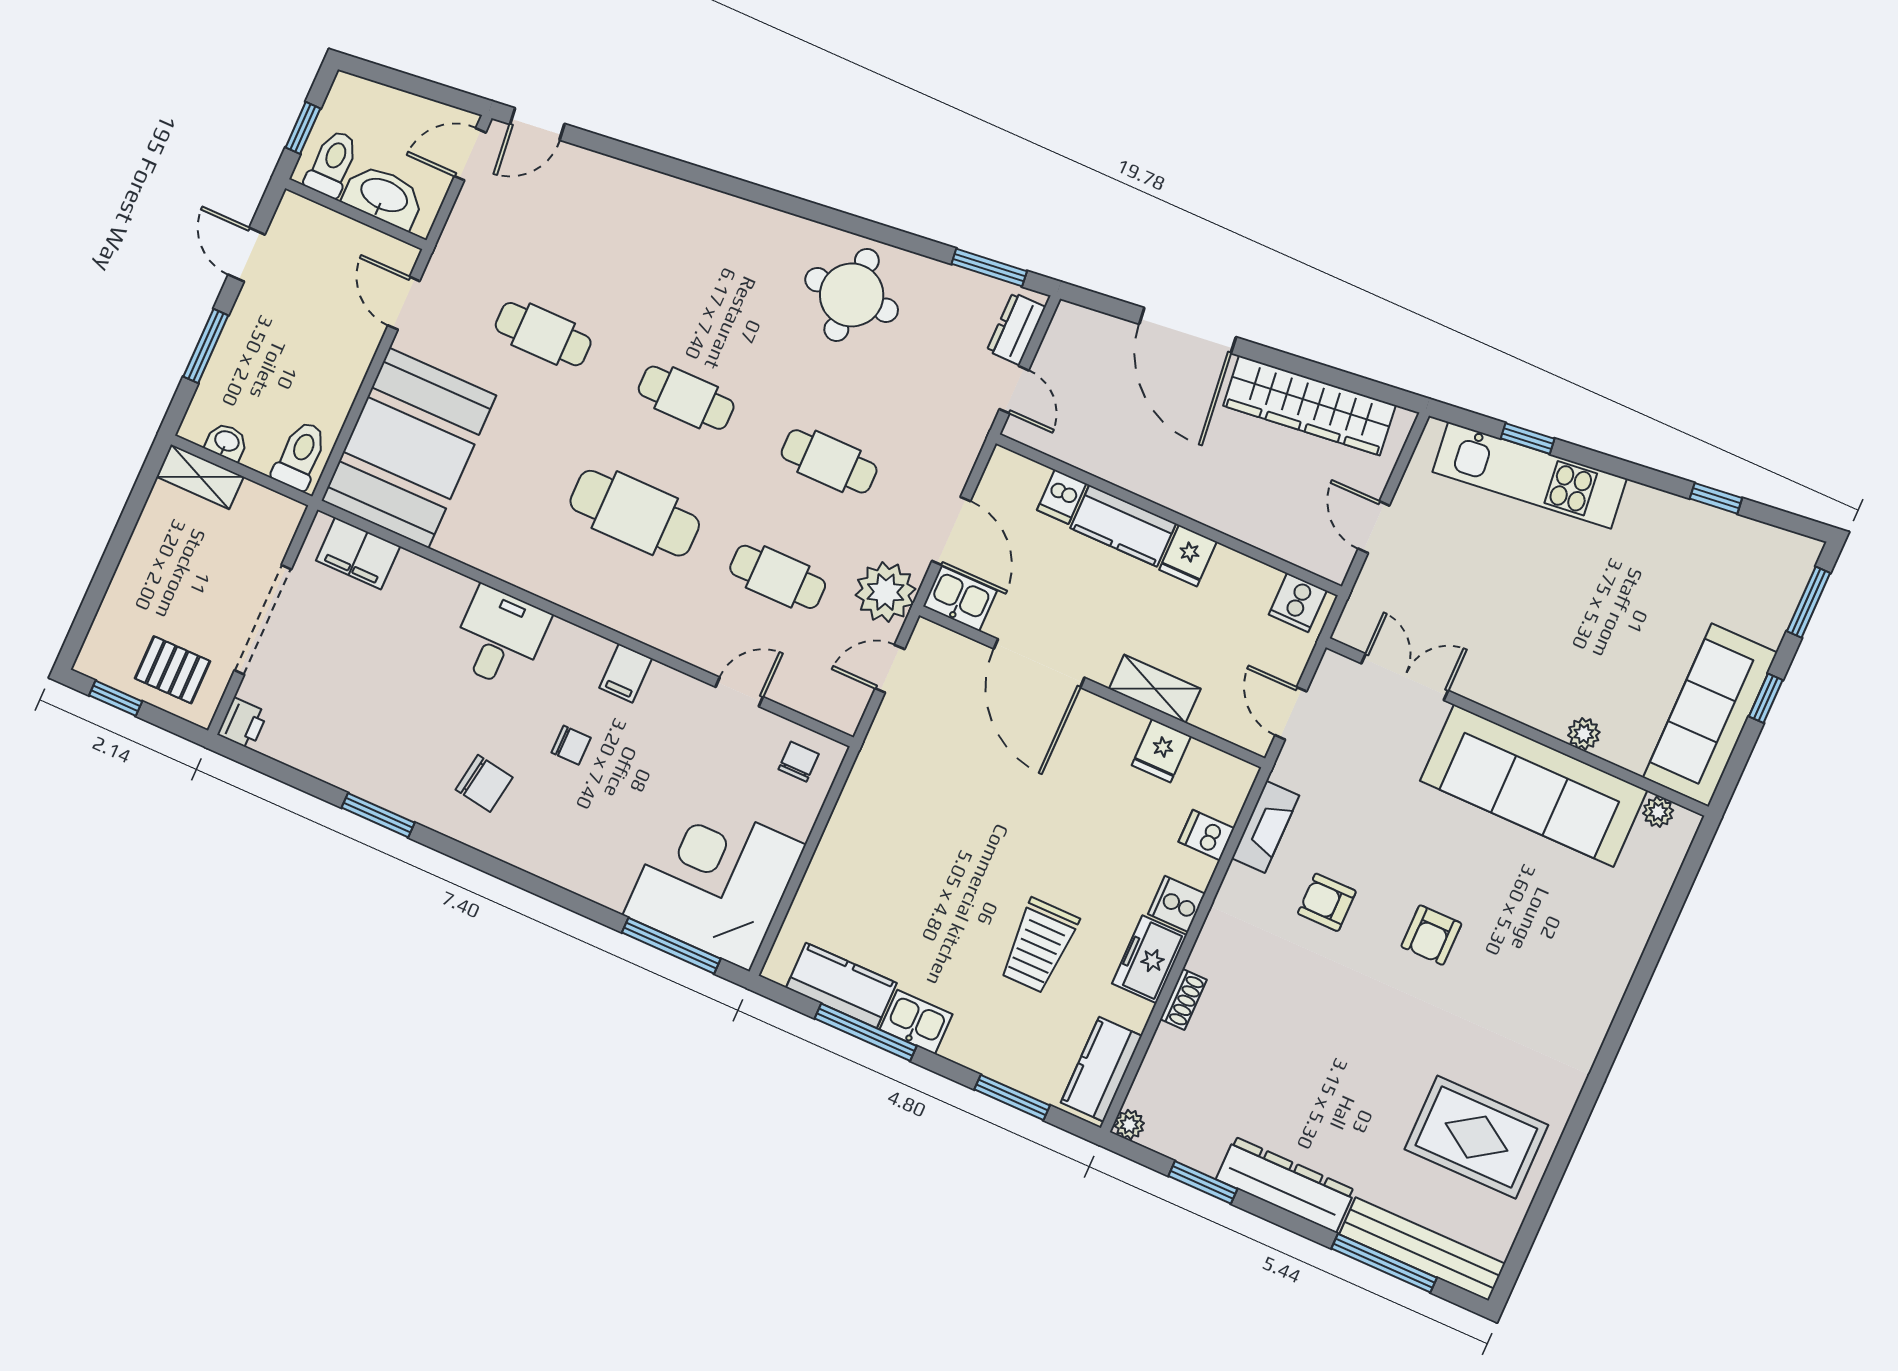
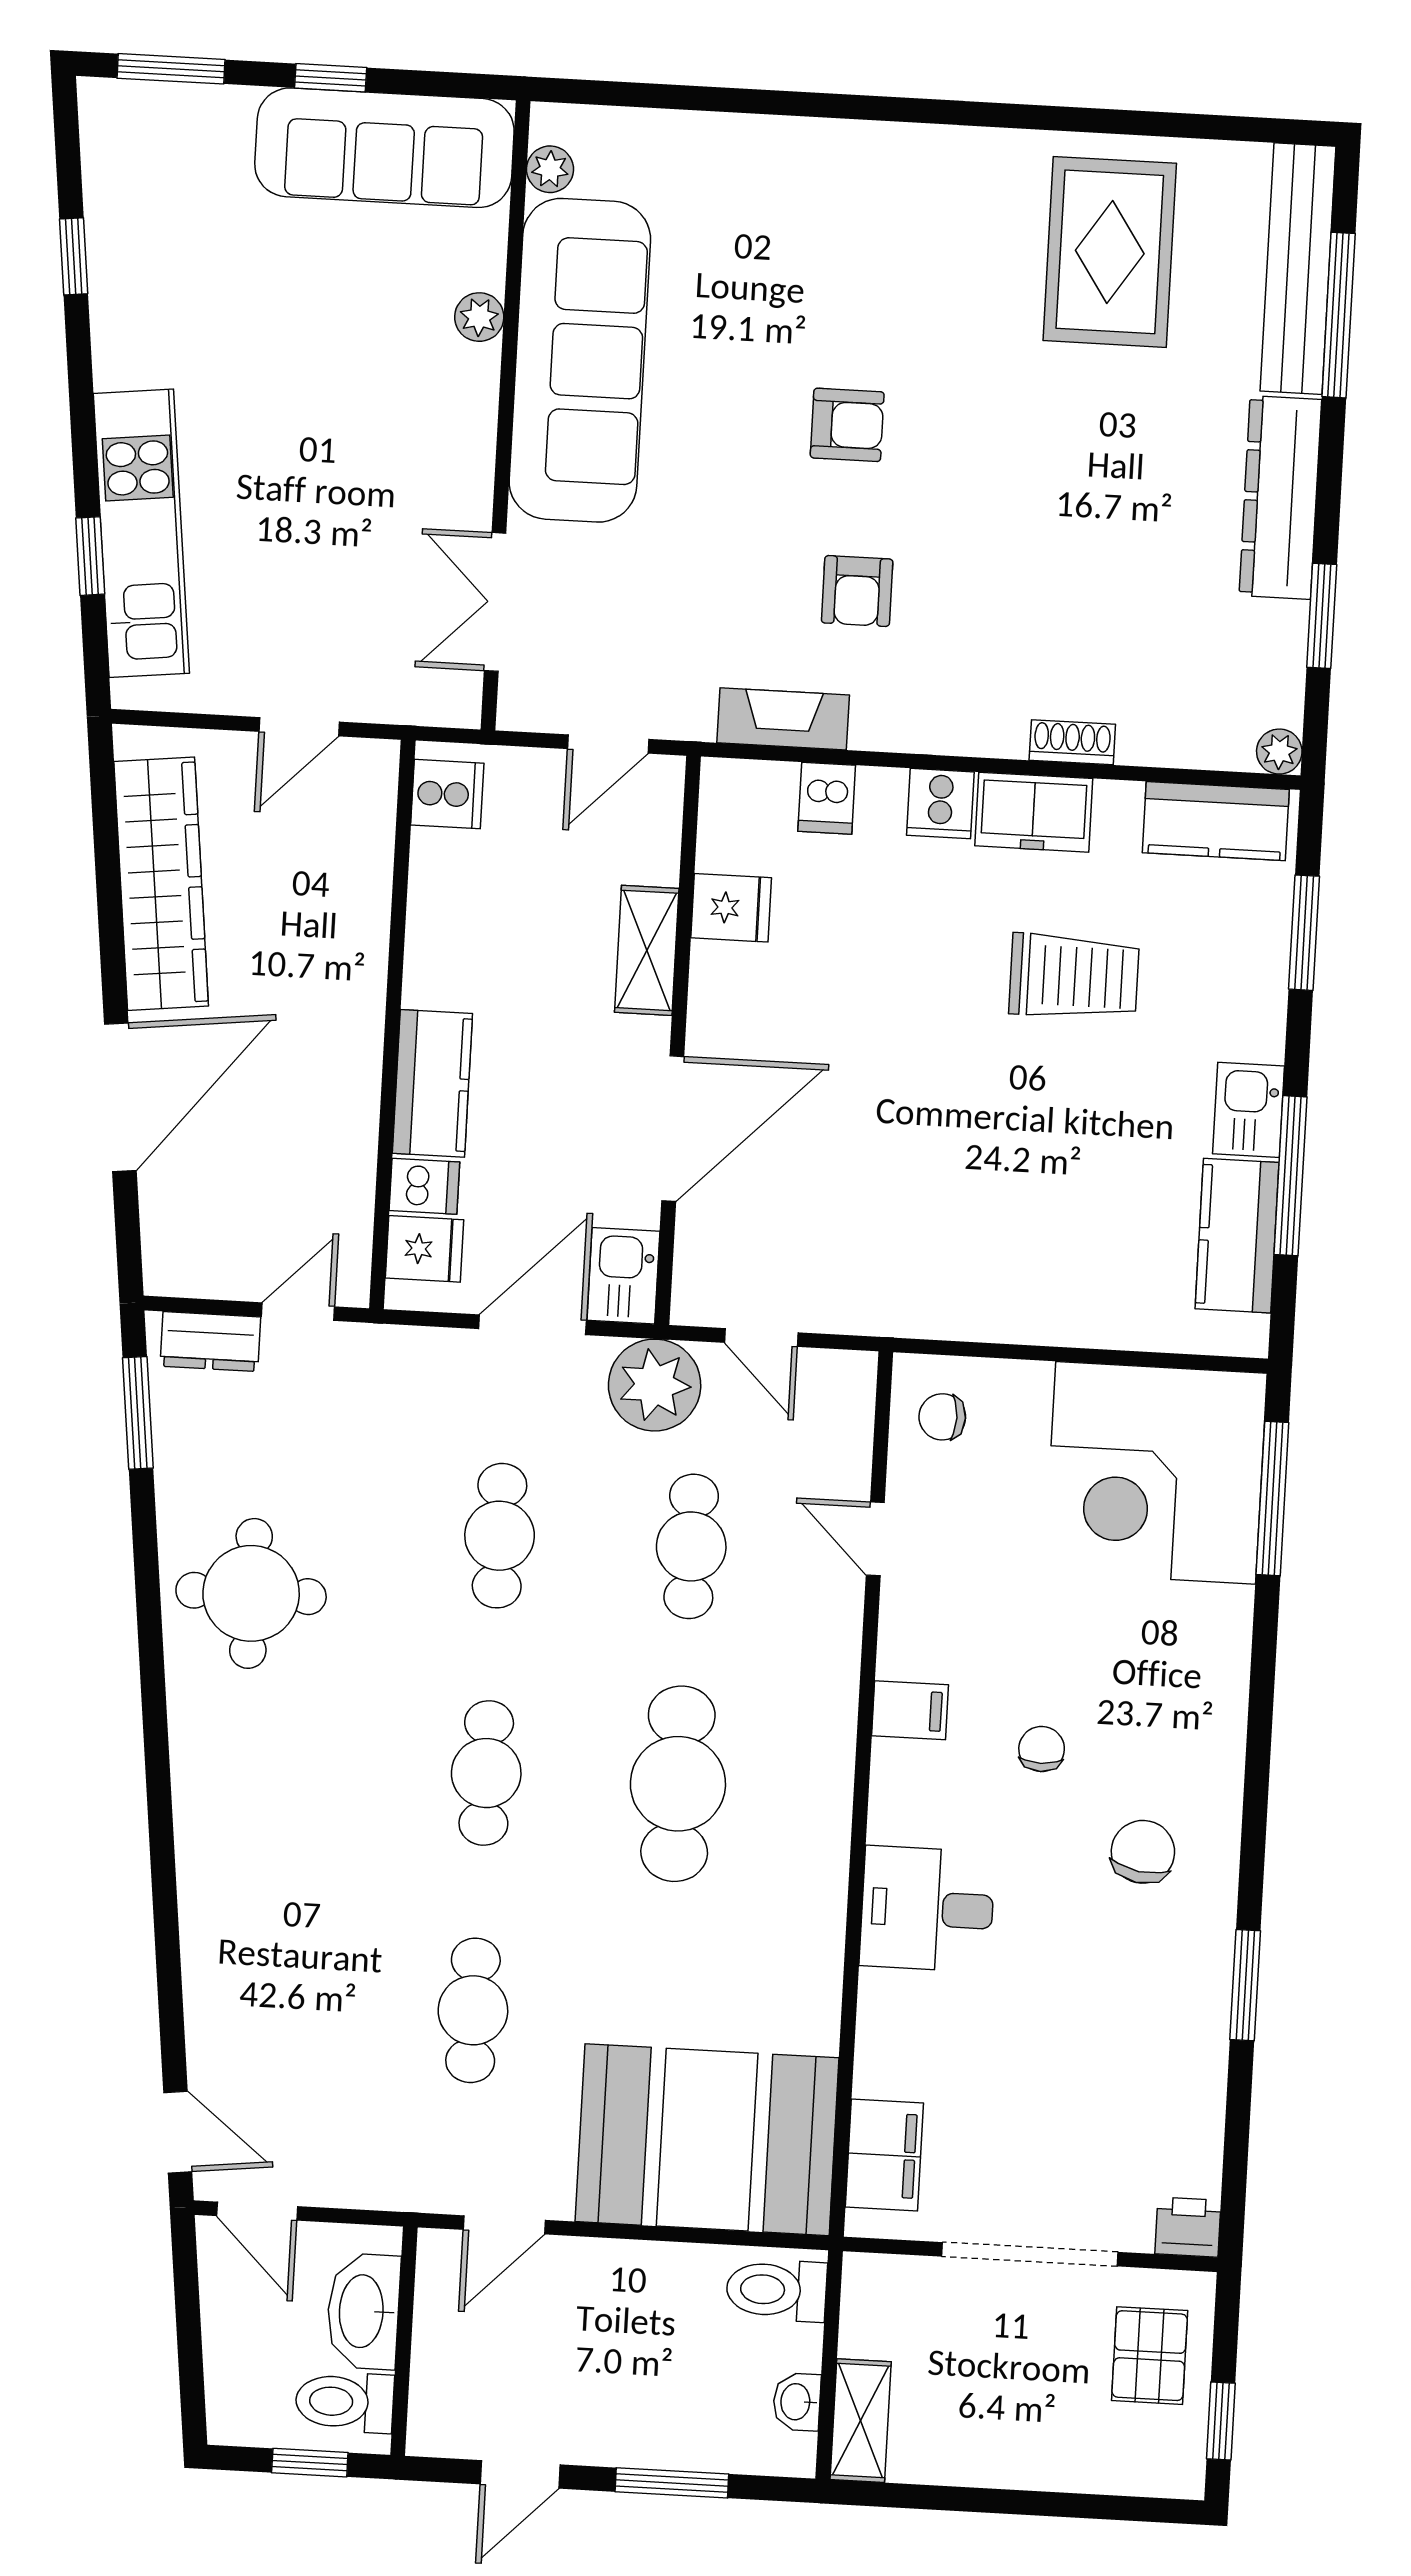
fridge: (1188, 556) -> (425, 1249), moved

